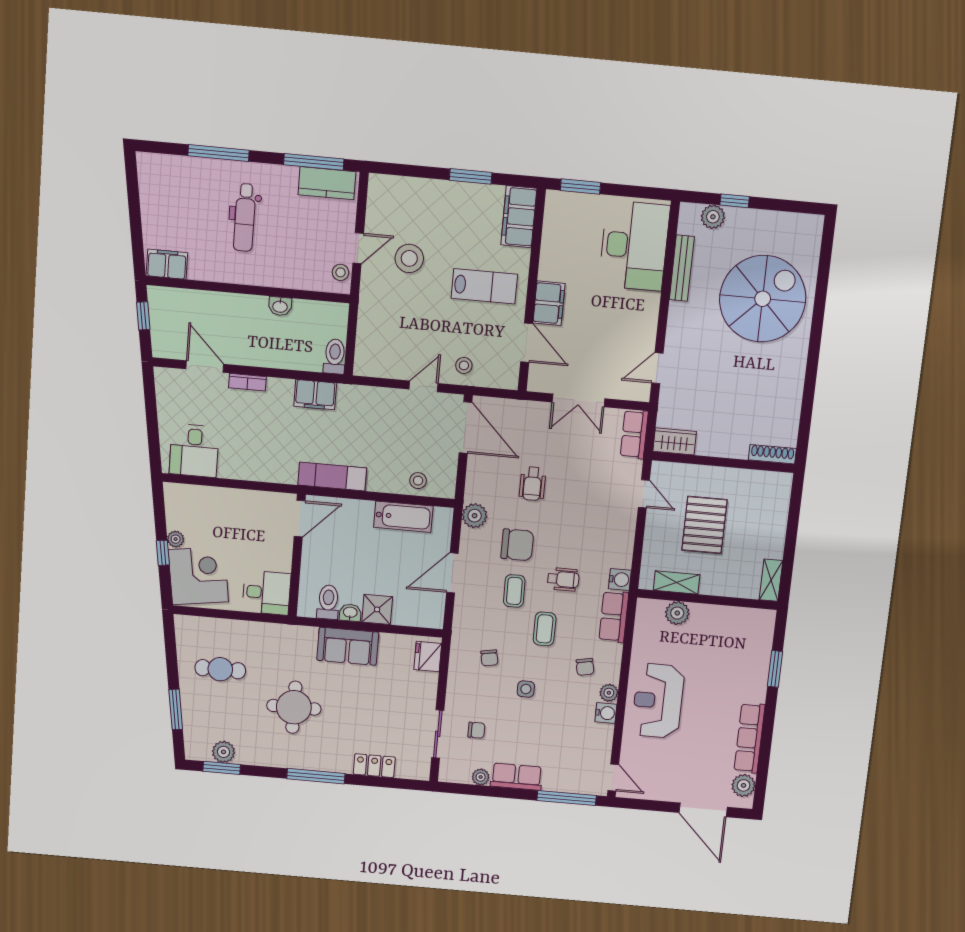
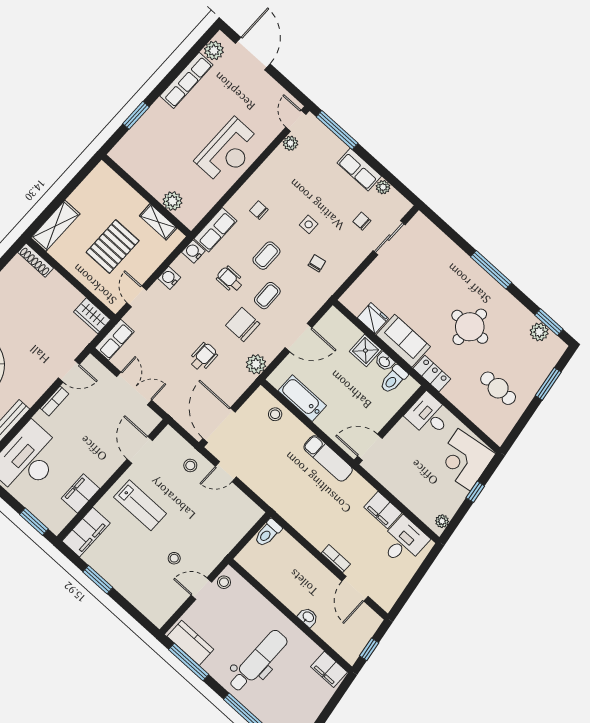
dental chair: (245, 217) -> (258, 661), width x1.36, depth x1.38
stool: (409, 258) -> (174, 558), width x0.53, depth x0.53
lab bench: (484, 286) -> (140, 505), turned 180
filing cabinet: (549, 303) -> (81, 493), moved
washbasin: (280, 306) -> (308, 617), moved
bookcase: (650, 327) -> (55, 401), added
filing cabinet: (315, 395) -> (383, 510), moved, turned 180
plant: (176, 539) -> (442, 521), moved
shelving: (771, 580) -> (55, 226), moved, width x1.50, depth x1.33
fridge: (428, 657) -> (373, 318), moved, turned -90
chair: (585, 667) -> (259, 210), turned -79
plant: (609, 693) -> (290, 143), moved
water cooler: (606, 713) -> (169, 278), moved
locker: (374, 766) -> (432, 374), moved, turned 180

